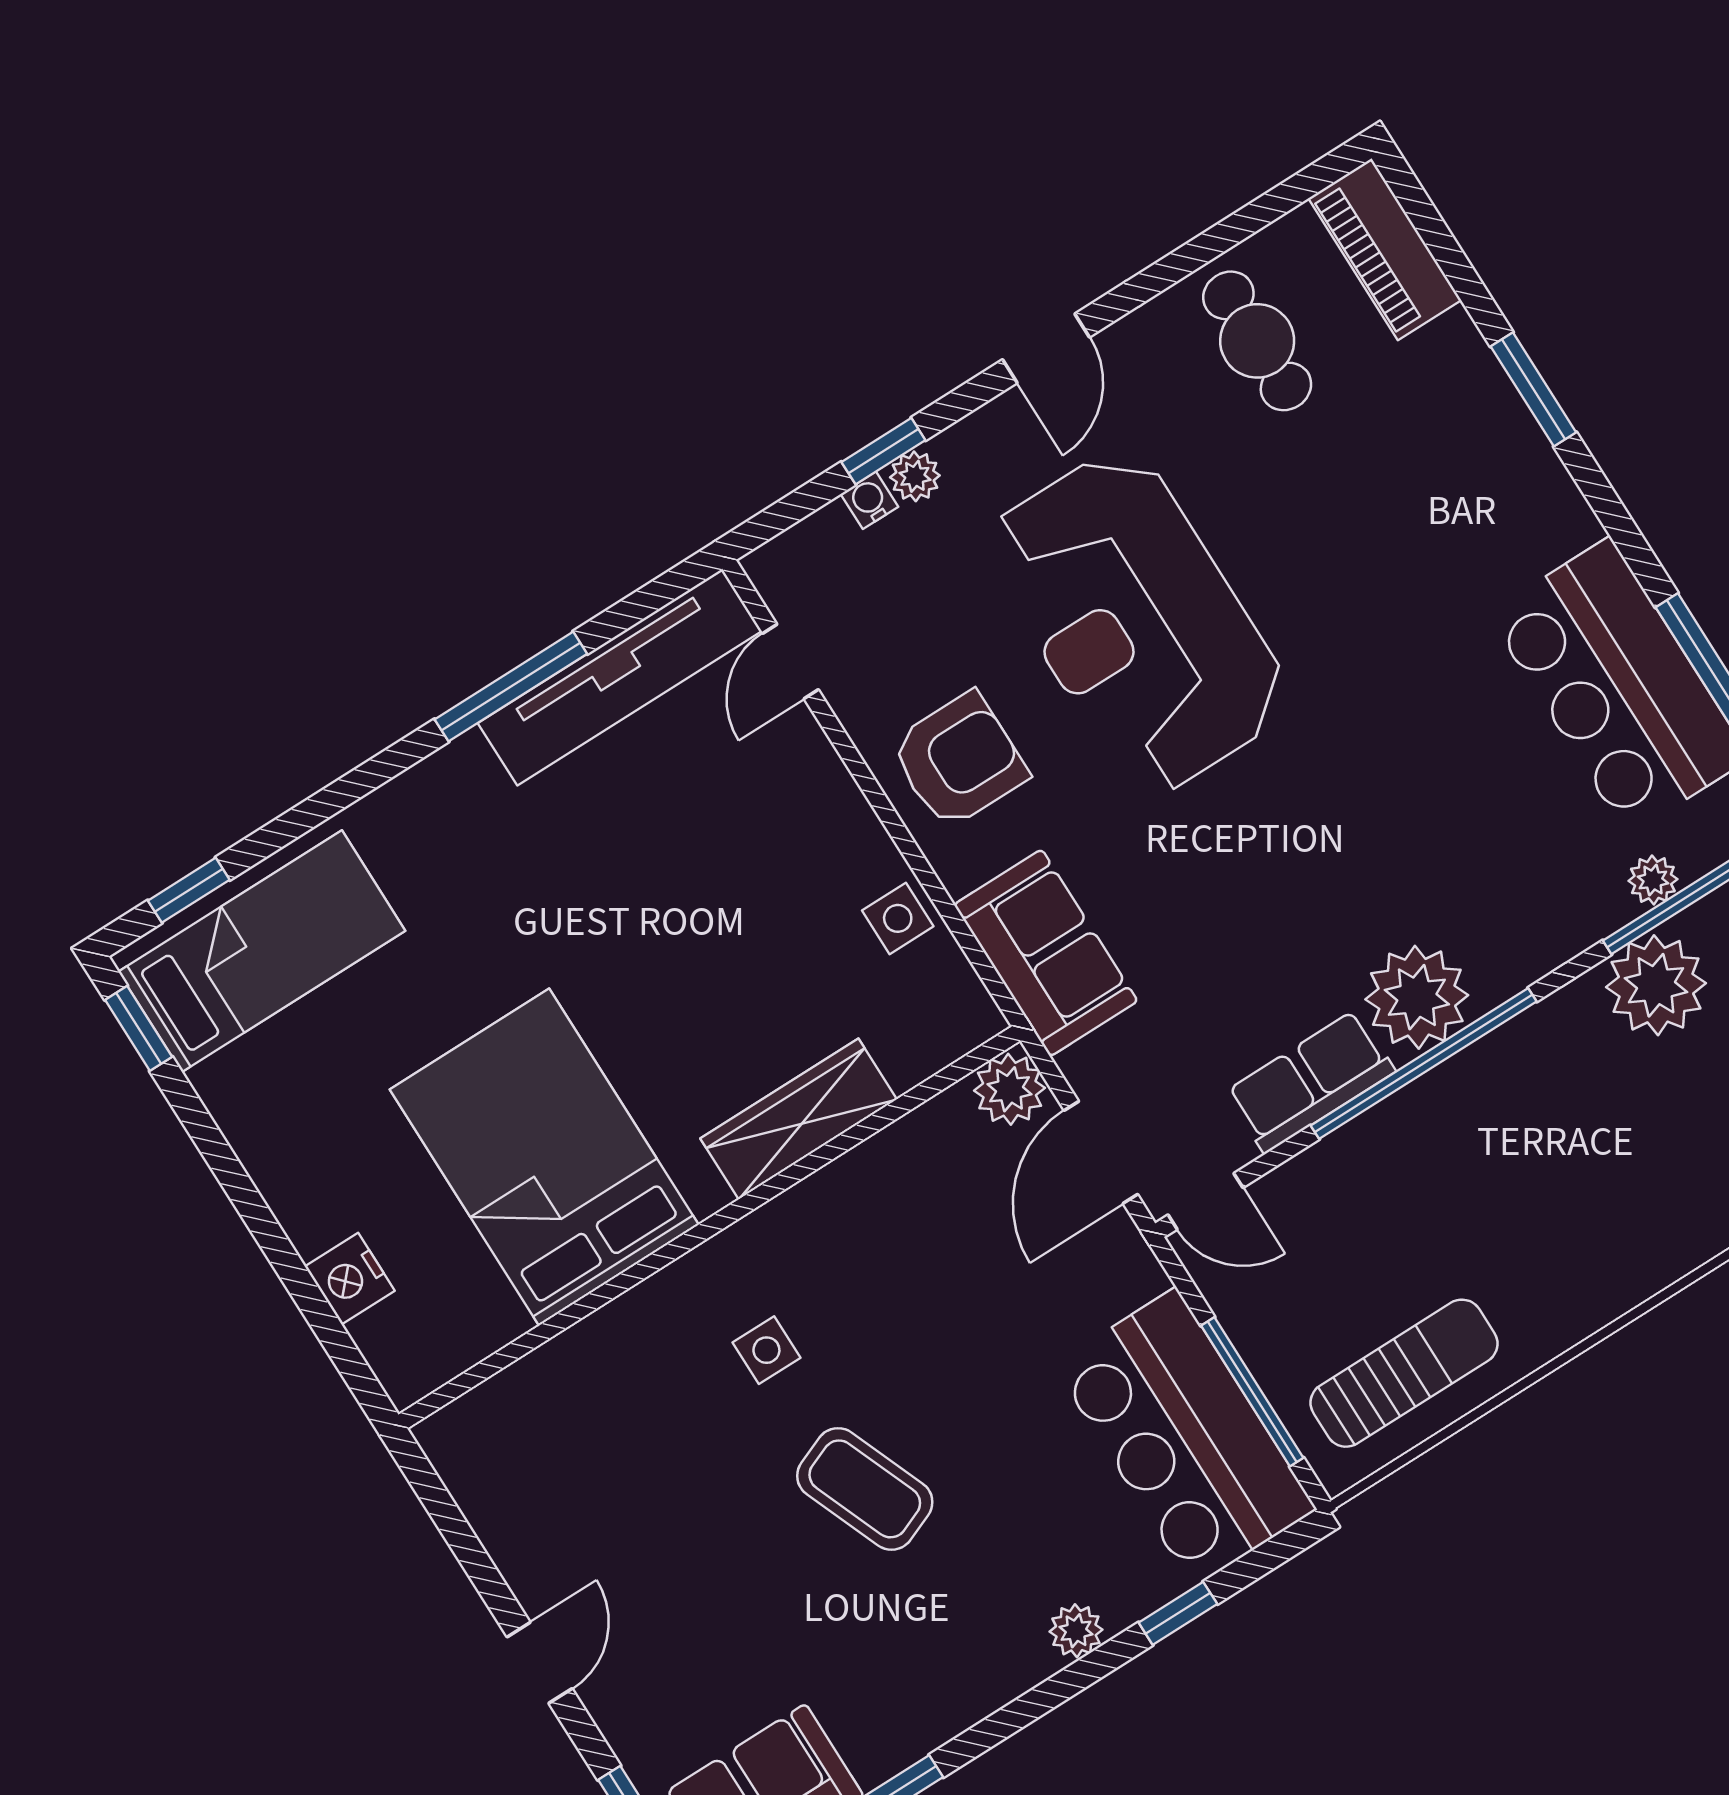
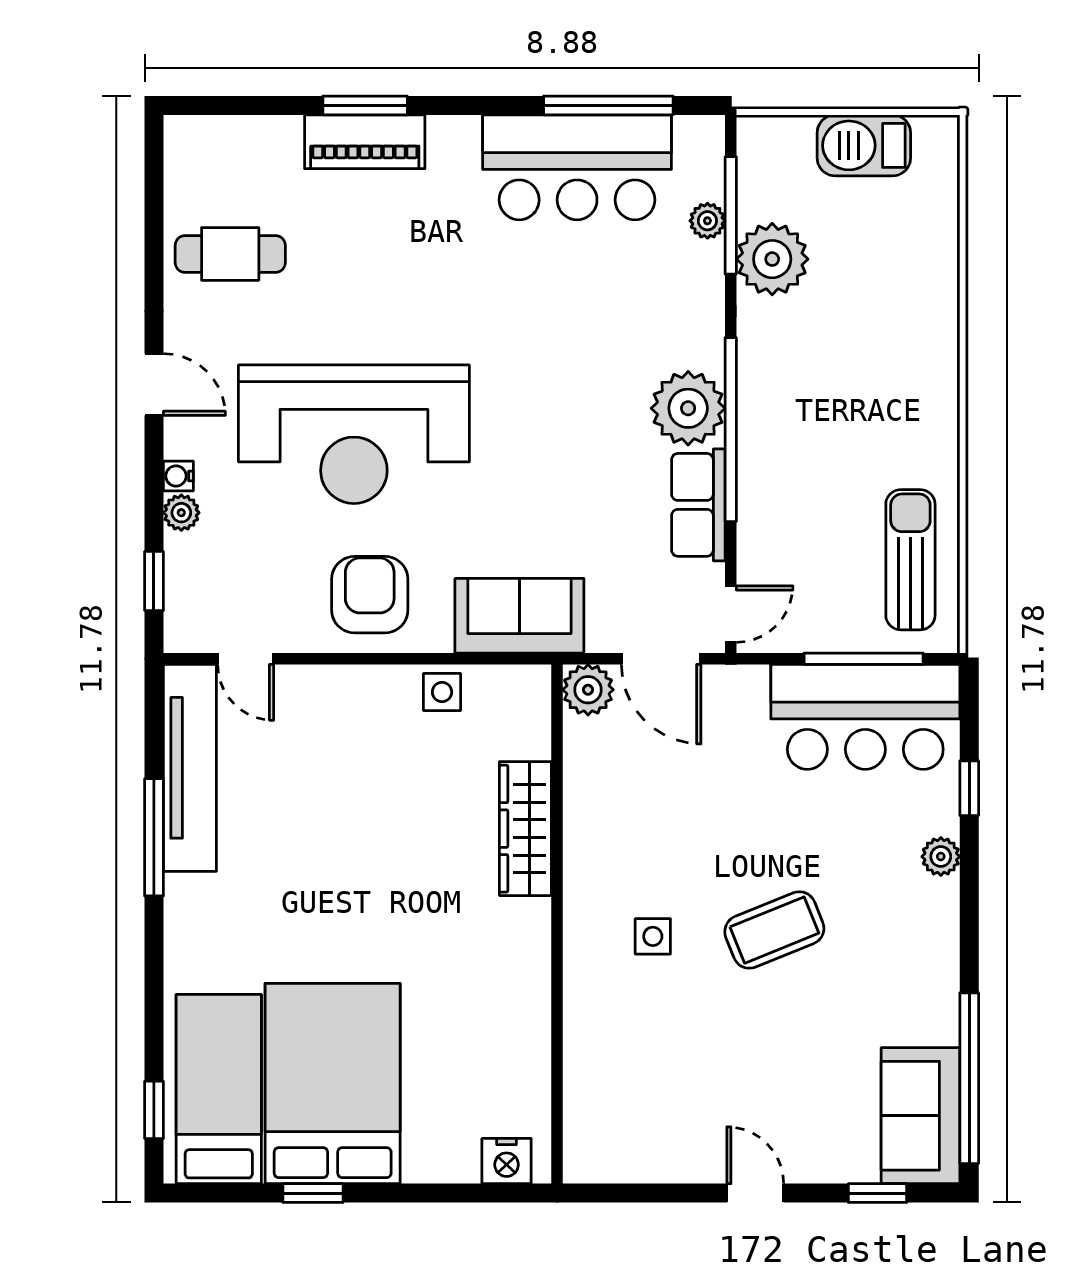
piano: (1385, 249) -> (365, 142), moved
window: (883, 451) -> (154, 581), moved
water cooler: (869, 500) -> (178, 476), moved
window: (139, 1028) -> (313, 1193), moved
bed: (544, 1157) -> (333, 1084), moved, turned 90
nightstand: (350, 1279) -> (507, 1161), moved

